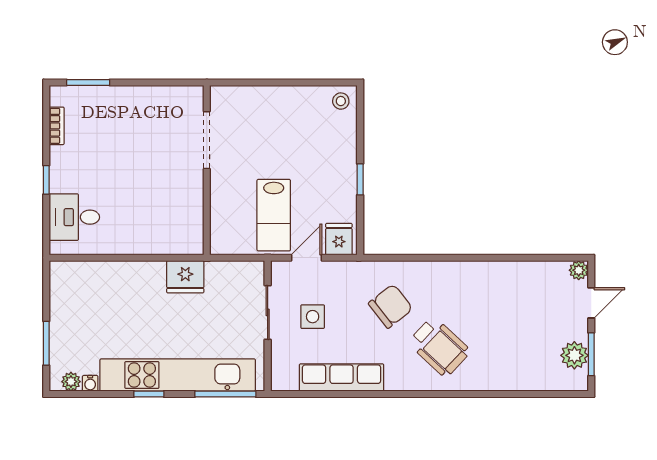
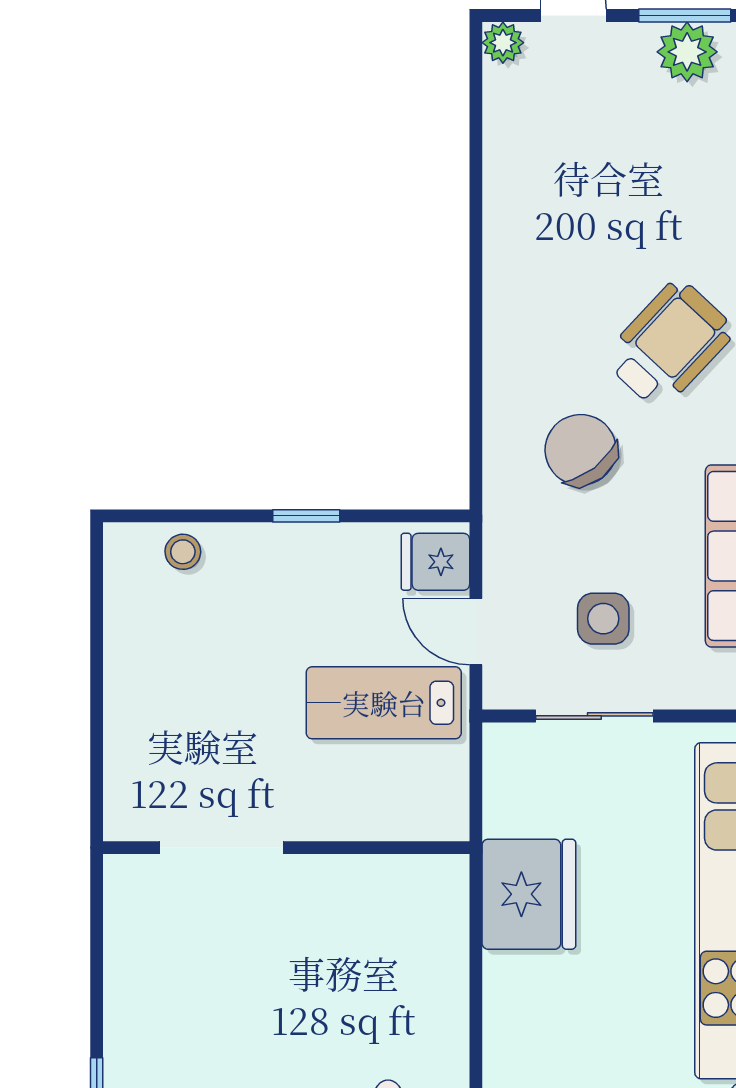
stool: (341, 101) -> (183, 552), moved
lab bench: (274, 215) -> (384, 703), turned 180
fridge: (185, 277) -> (529, 894), width x1.36, depth x1.34

